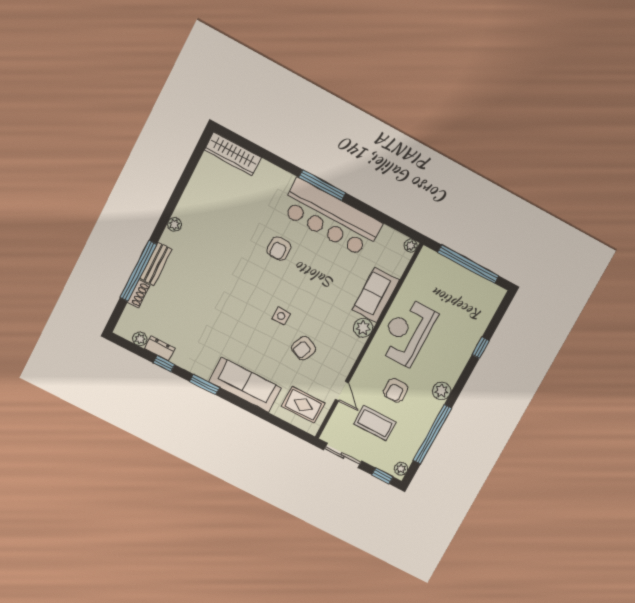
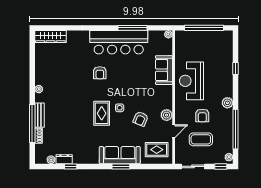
window: (322, 185) -> (133, 28), moved
rug: (250, 310) -> (102, 113), added
plant: (363, 328) -> (167, 115), moved
window: (205, 385) -> (121, 166), moved
door: (342, 391) -> (174, 131), hinge flipped

